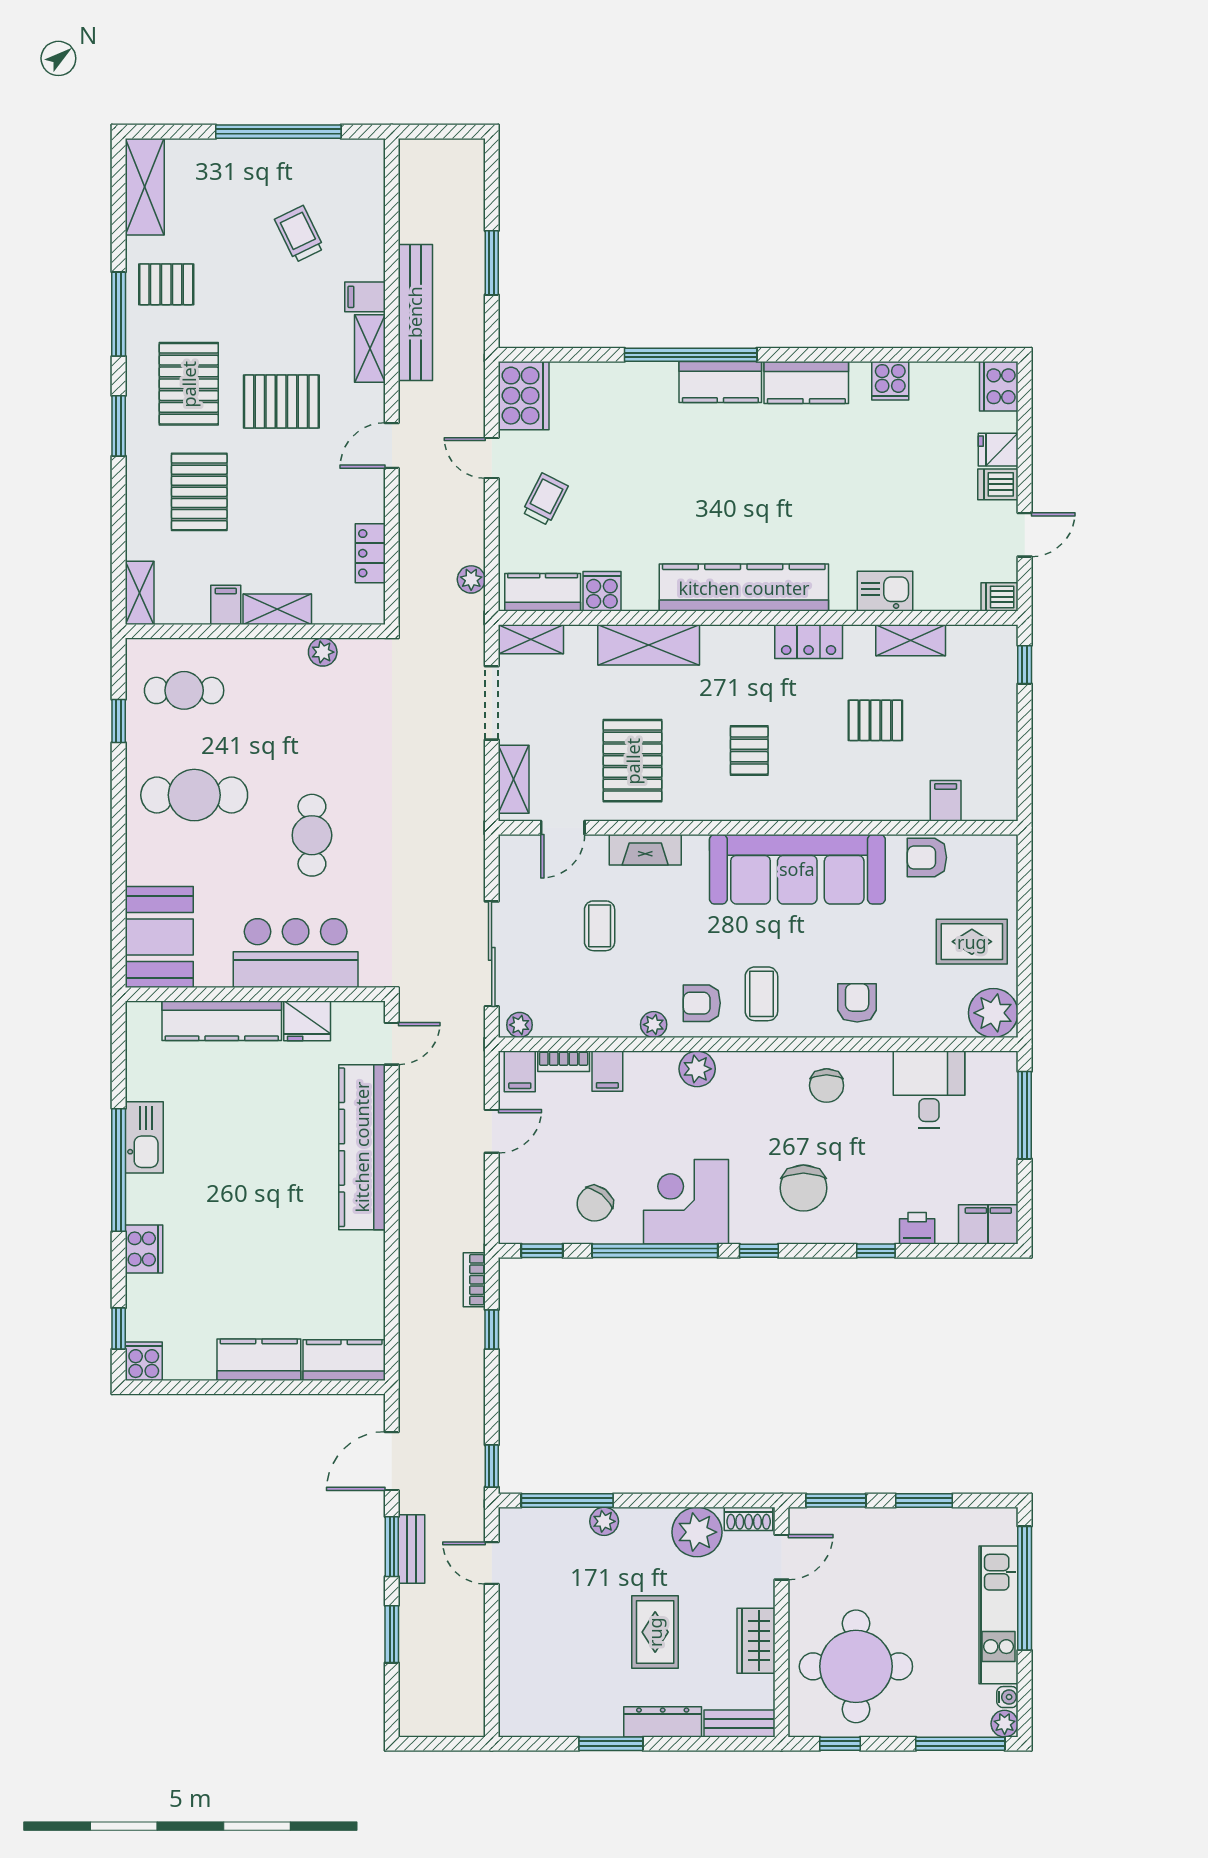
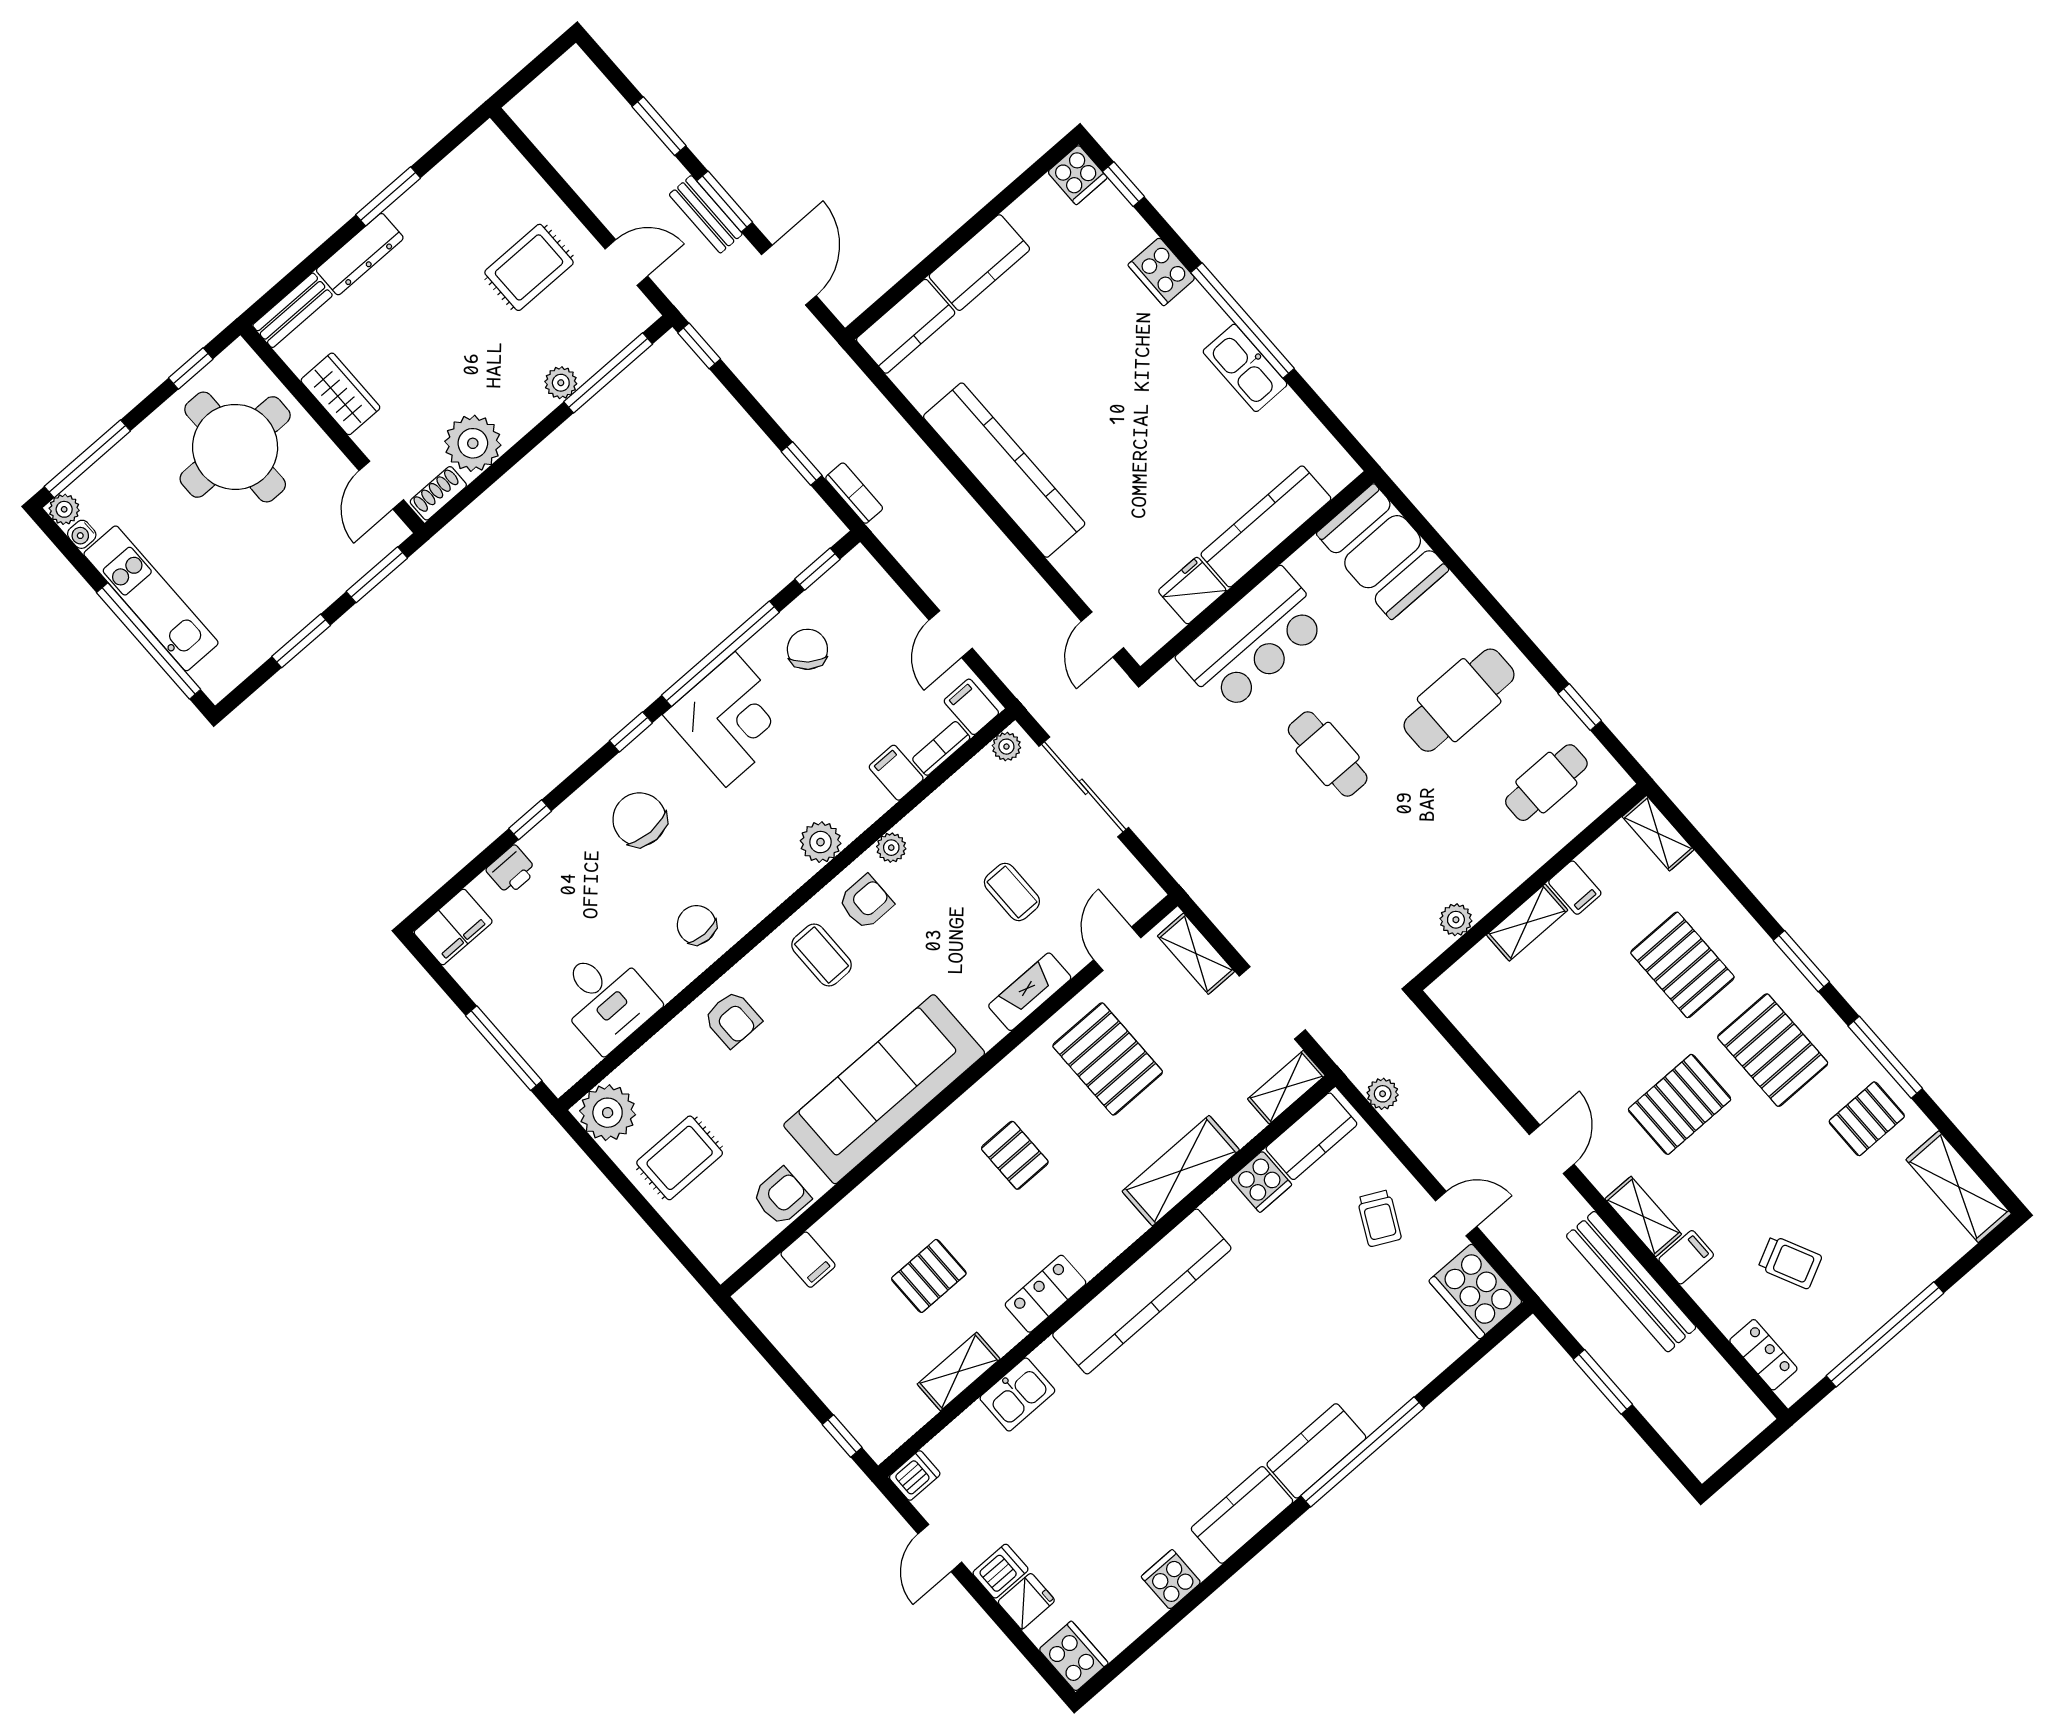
locker: (370, 553) -> (1763, 1355), moved
kitchen counter: (362, 1147) -> (1004, 470), moved
rug: (655, 1632) -> (529, 267), moved, turned 90

